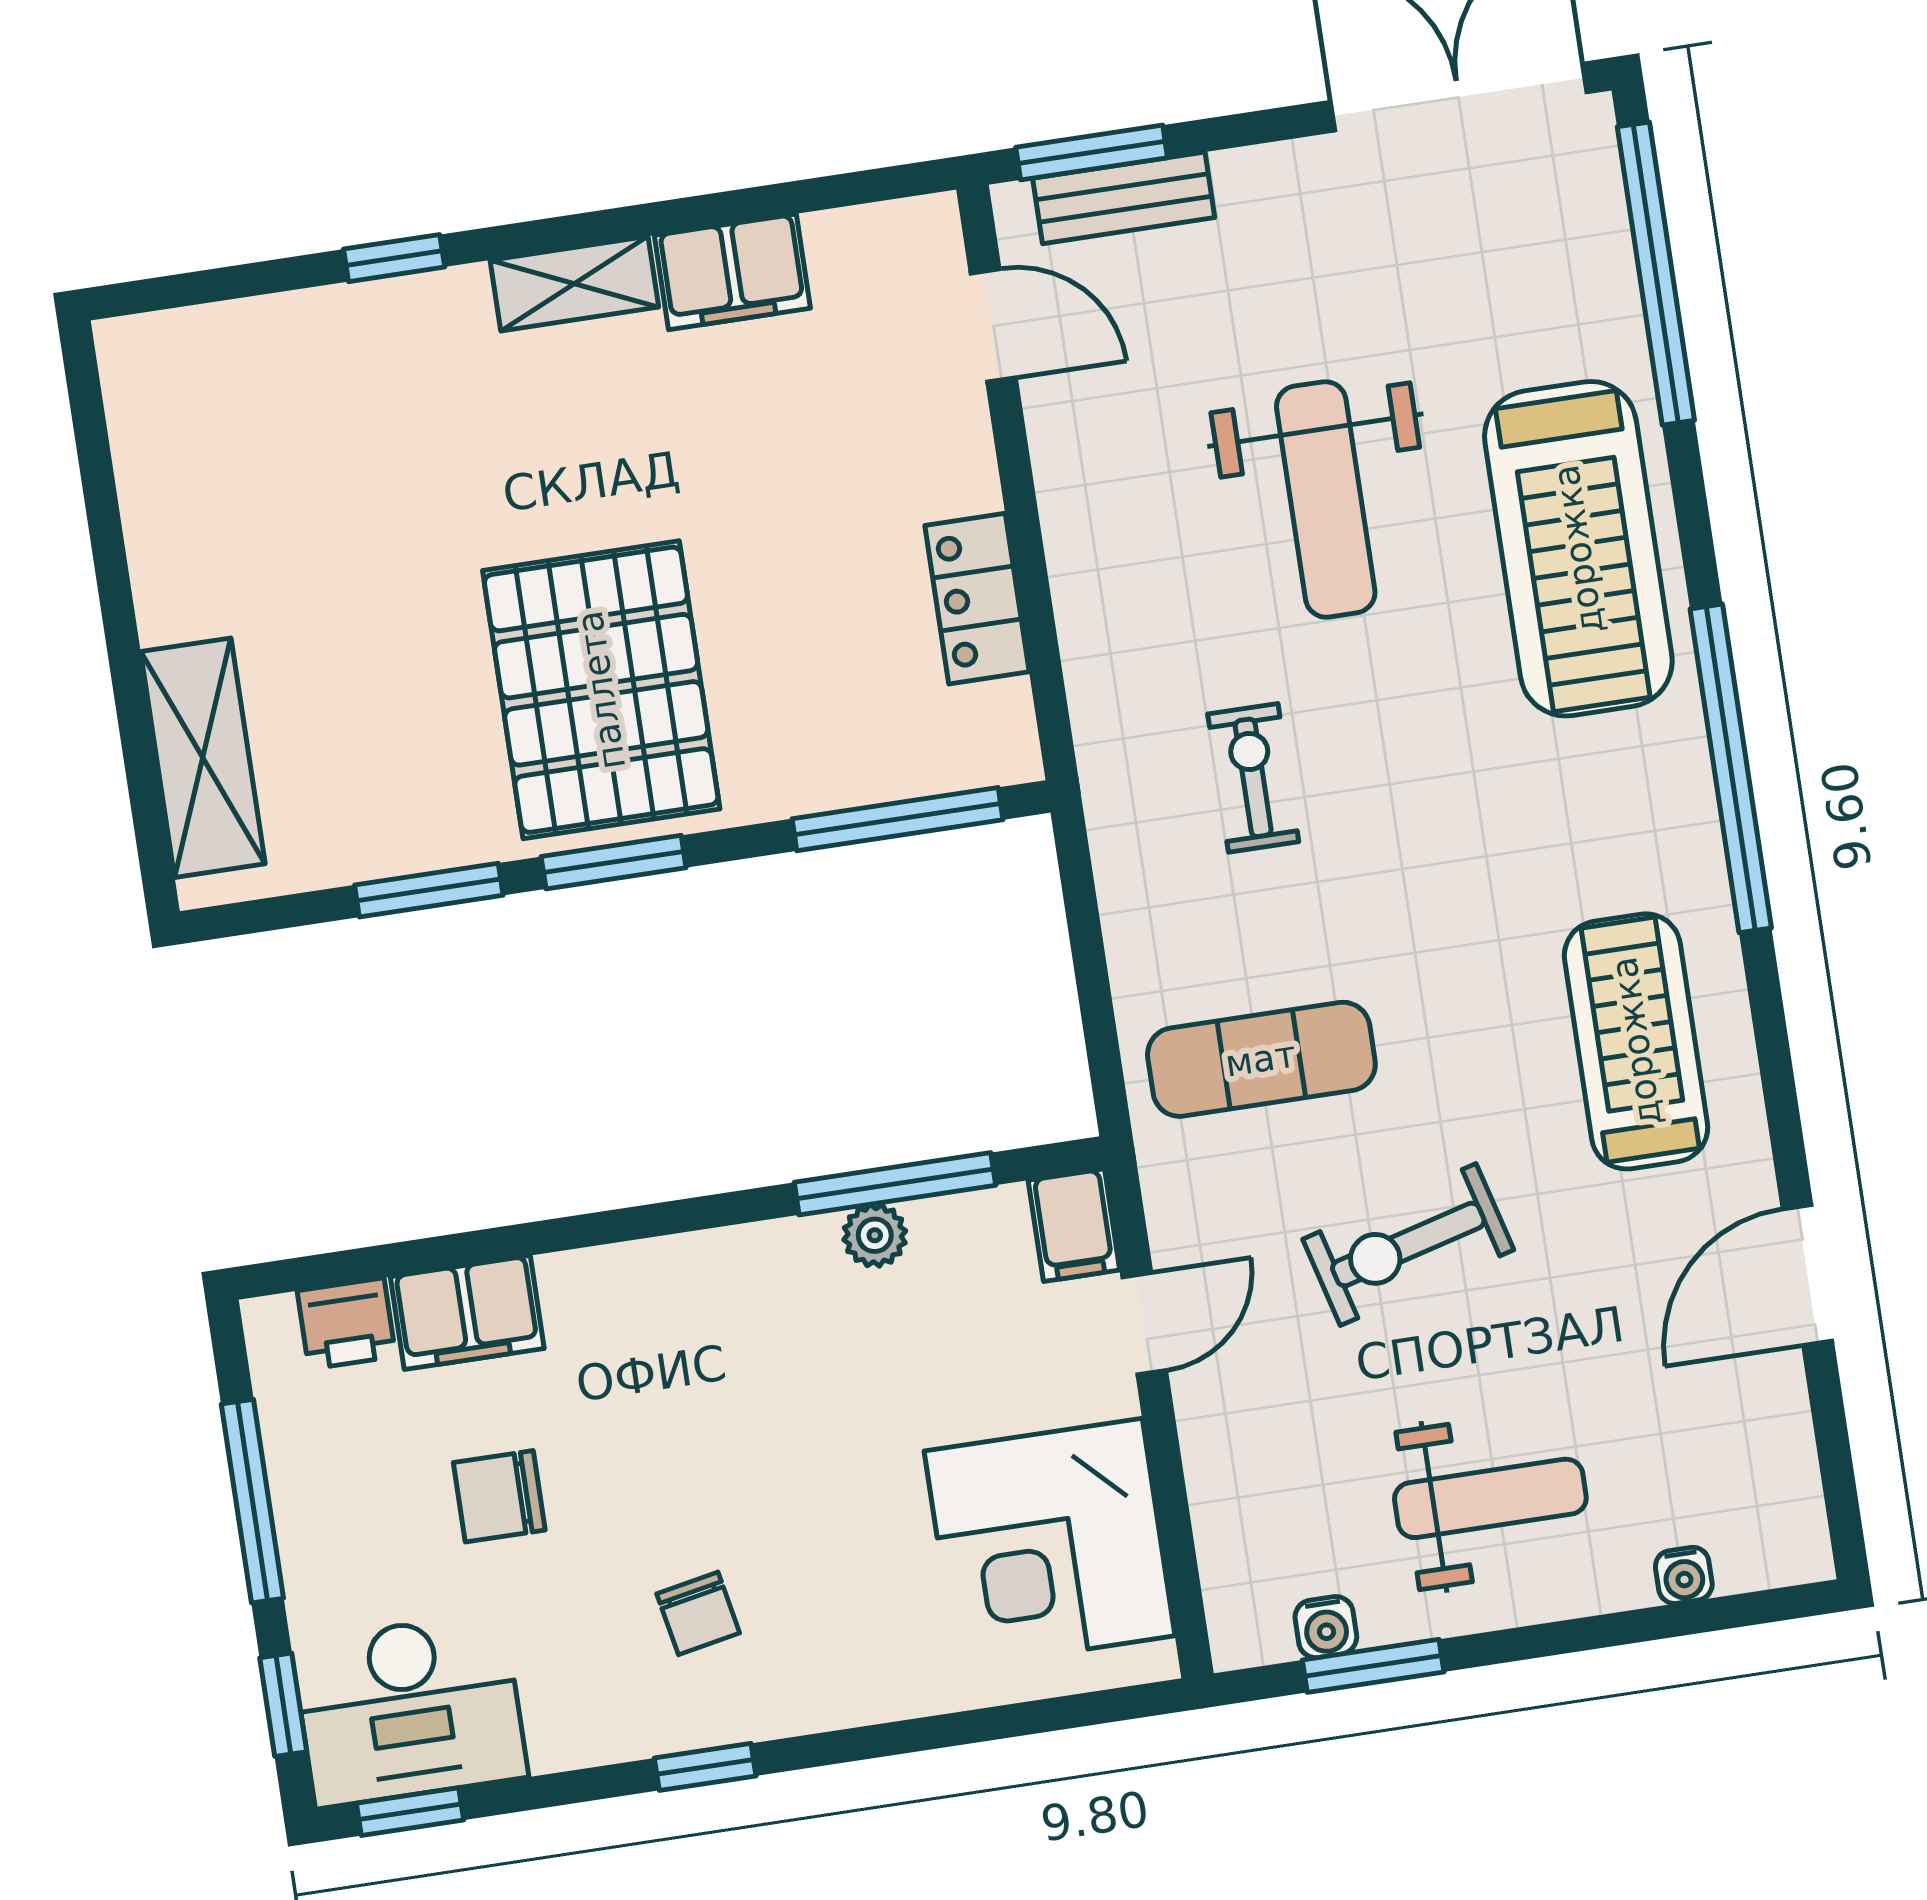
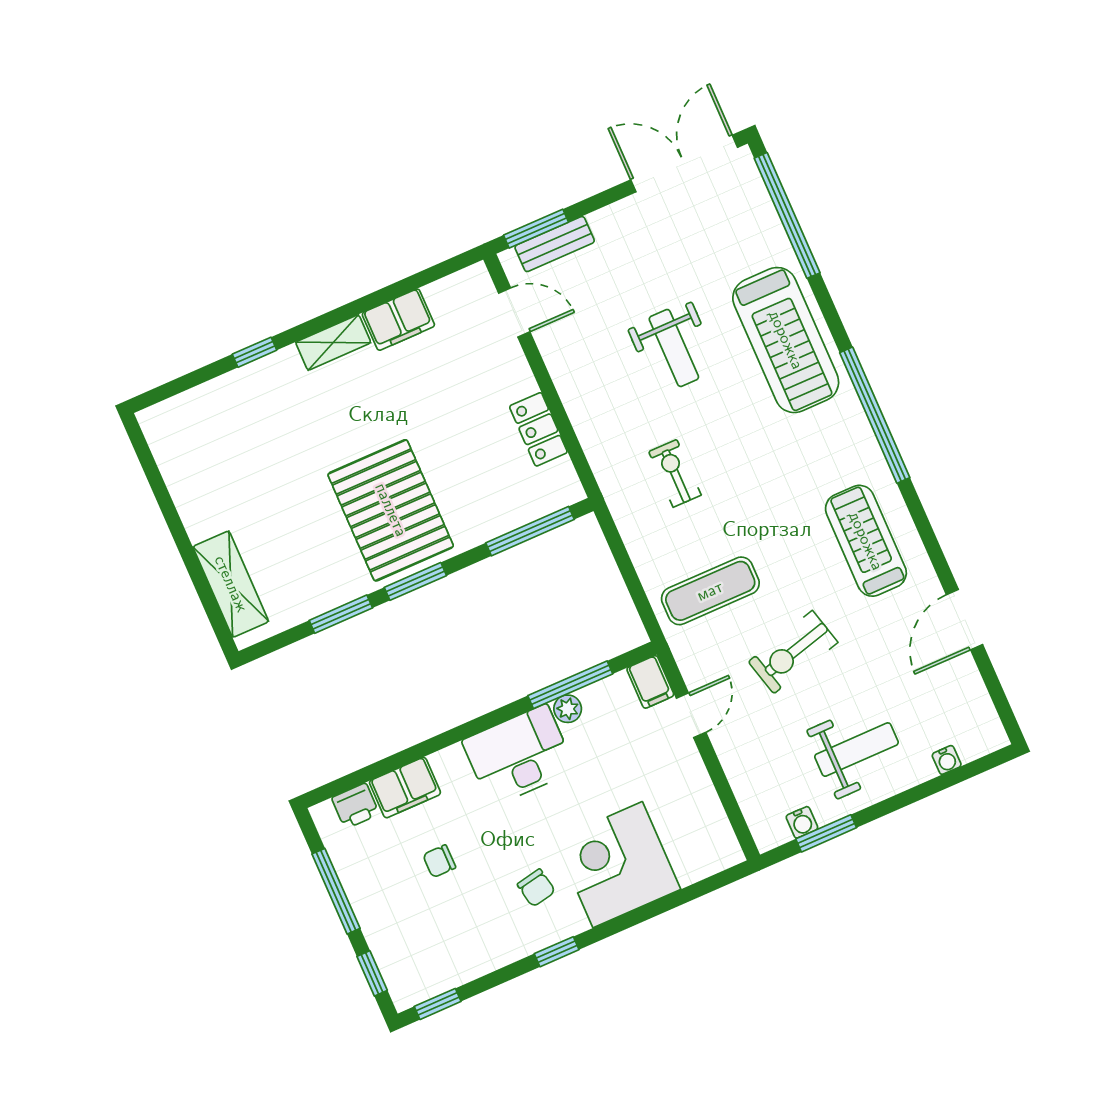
weight bench: (1326, 499) -> (674, 348), width x0.73, depth x0.75
chair: (499, 1496) -> (439, 861), width x0.73, depth x0.73
corner desk: (1050, 1543) -> (618, 865), moved, turned 90
desk: (410, 1709) -> (519, 756), moved, turned 180

